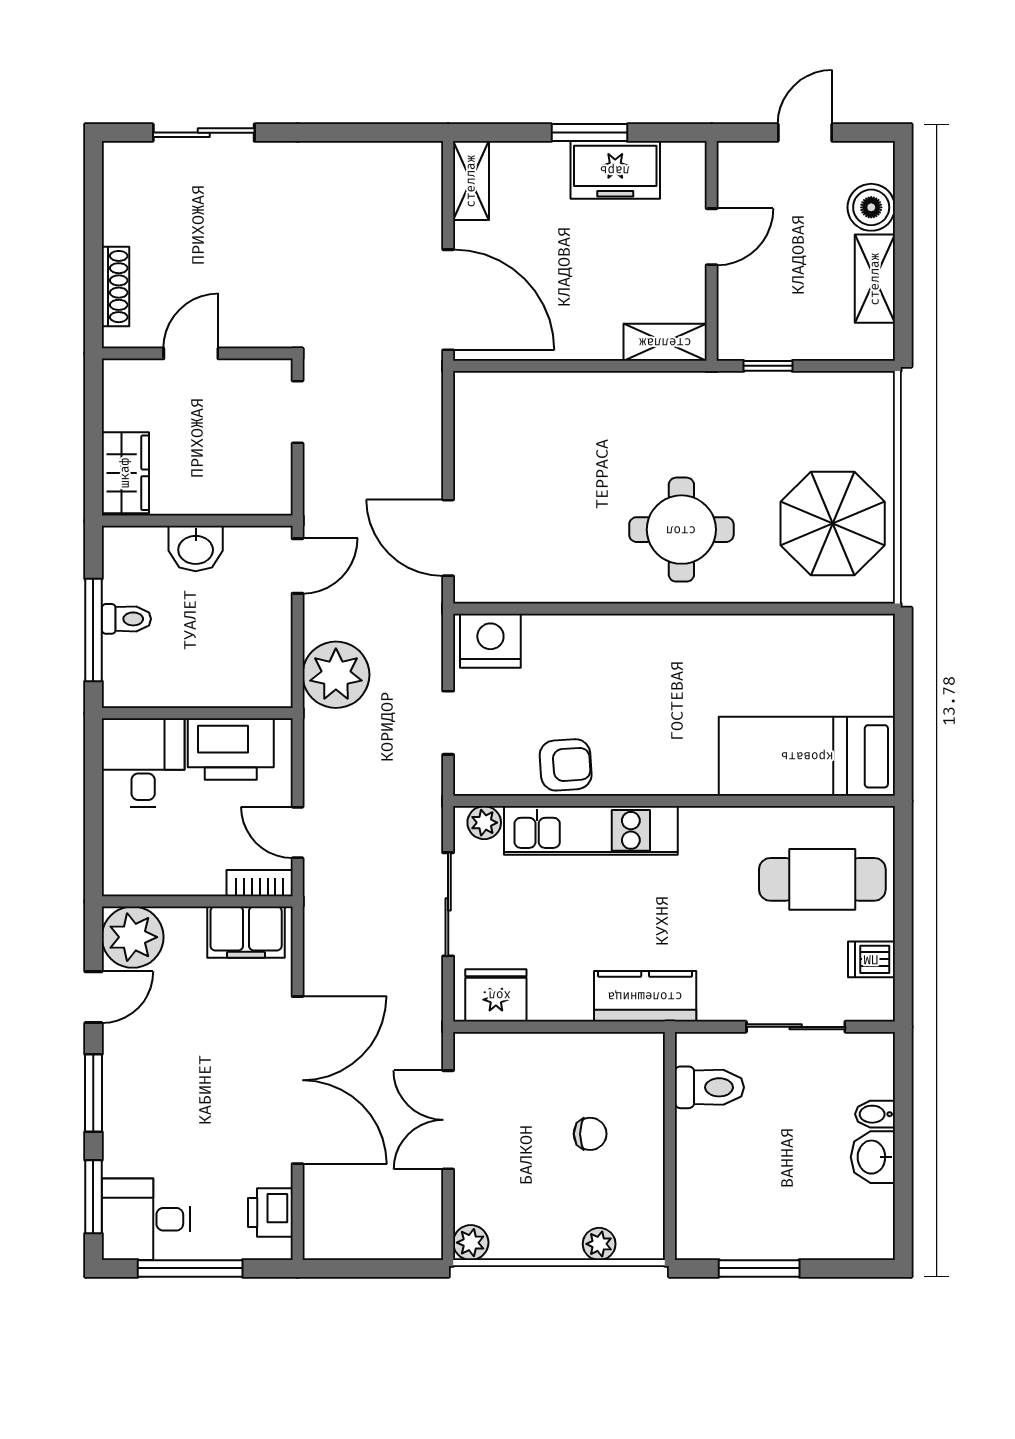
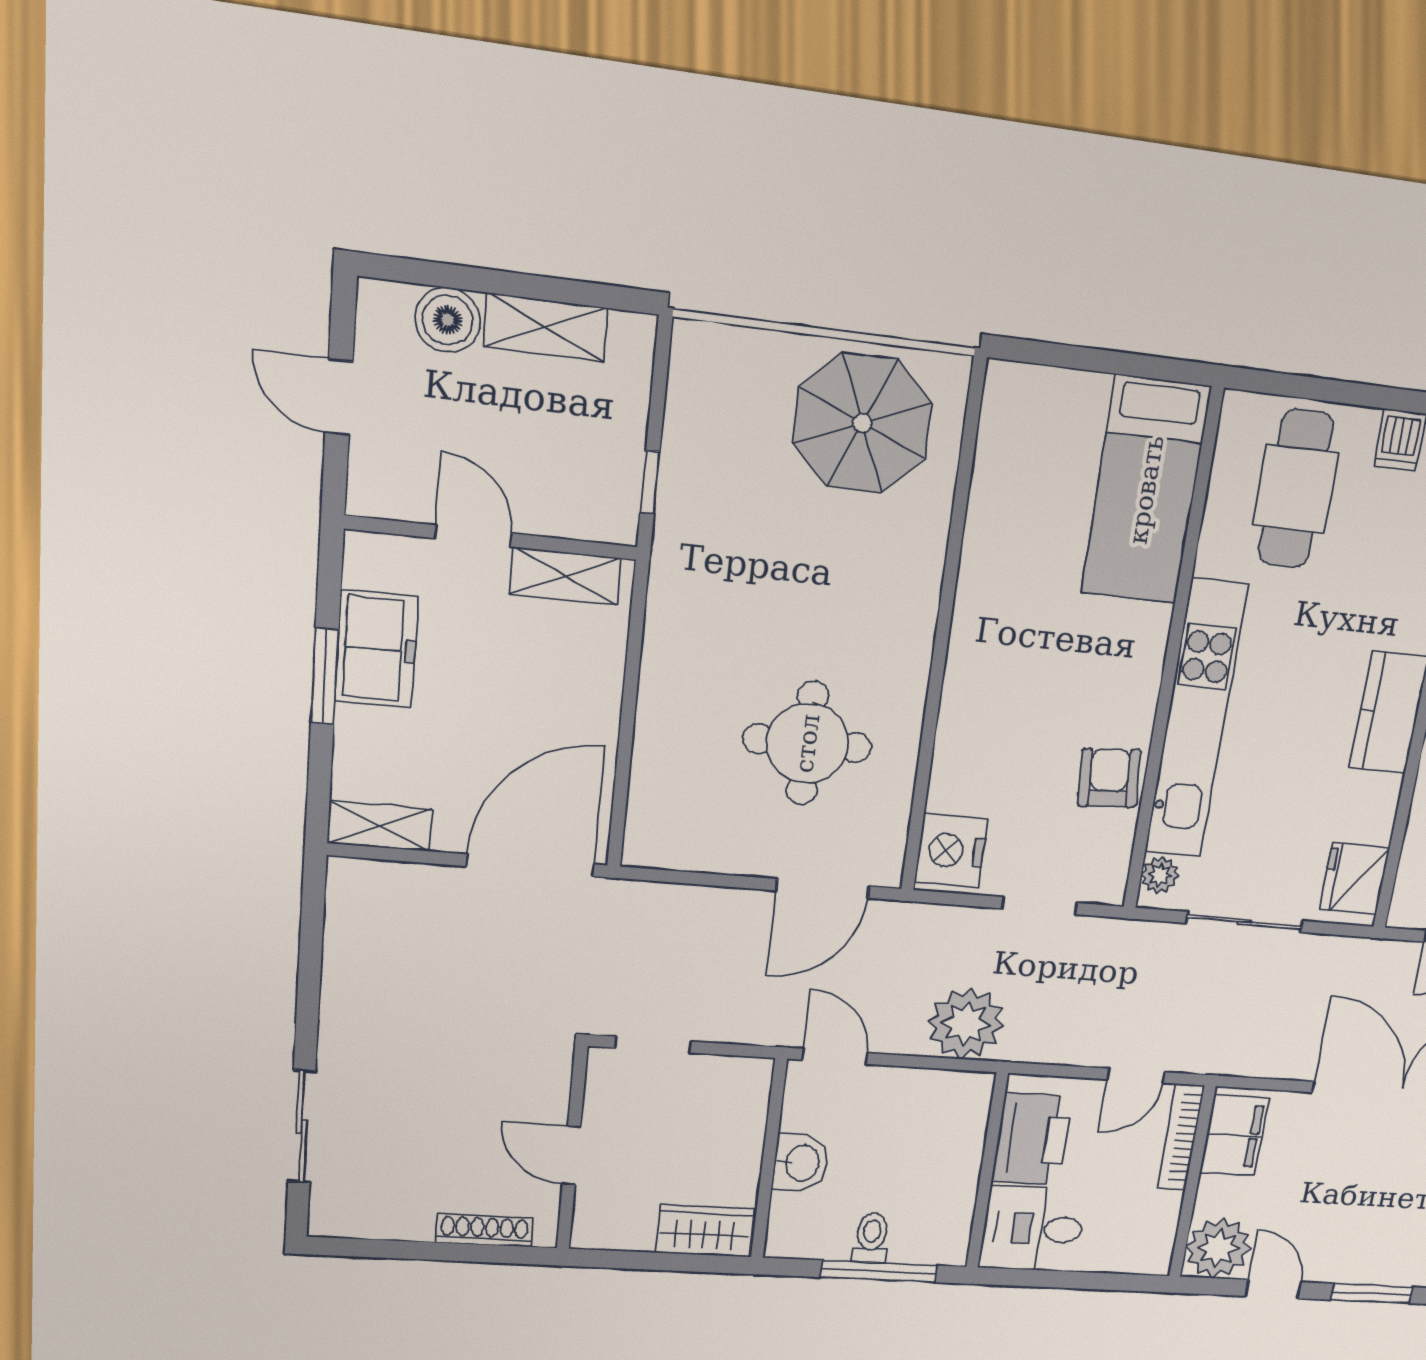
shelving: (665, 342) -> (565, 576), moved, turned 90
round table: (681, 530) -> (807, 743), moved
kitchen unit: (591, 830) -> (1196, 720), width x1.36
bookcase: (260, 883) -> (1181, 1137), width x1.56

